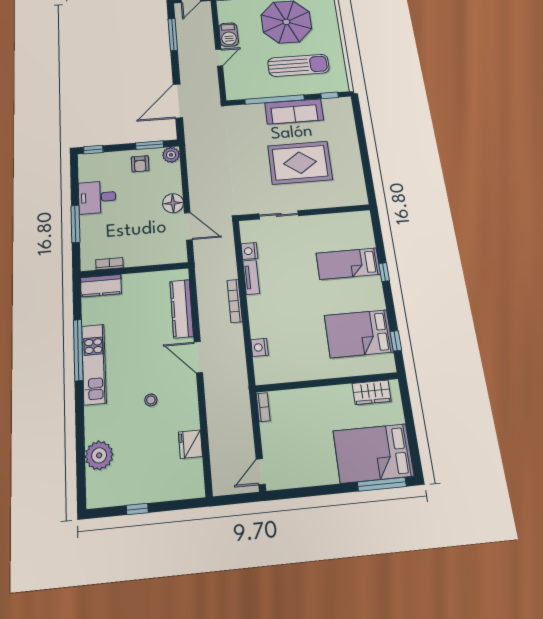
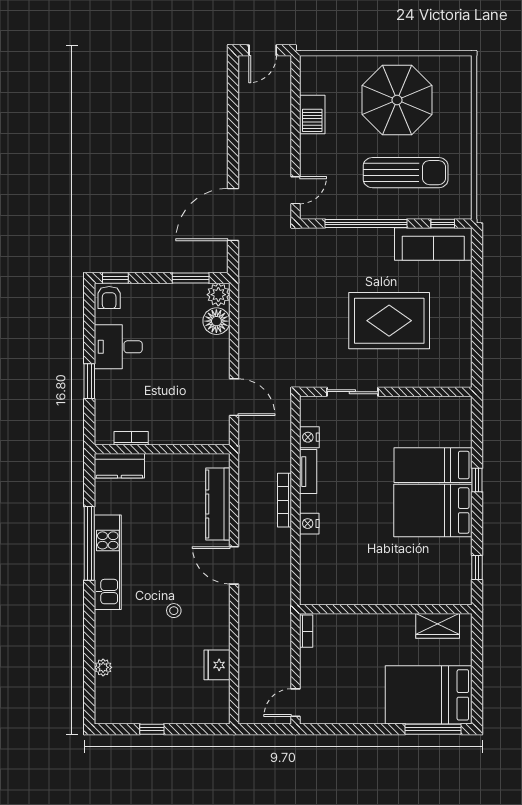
window: (173, 35) -> (233, 108), removed
door: (219, 58) -> (296, 190), moved
sofa: (294, 111) -> (433, 244), moved
armchair: (140, 164) -> (109, 298), moved
floor lamp: (173, 203) -> (216, 321), moved
window: (75, 224) -> (89, 381), width x0.69
bed: (359, 334) -> (433, 511), moved
nightstand: (260, 347) -> (309, 524), moved
plant: (99, 455) -> (103, 667), width x0.53, depth x0.53

